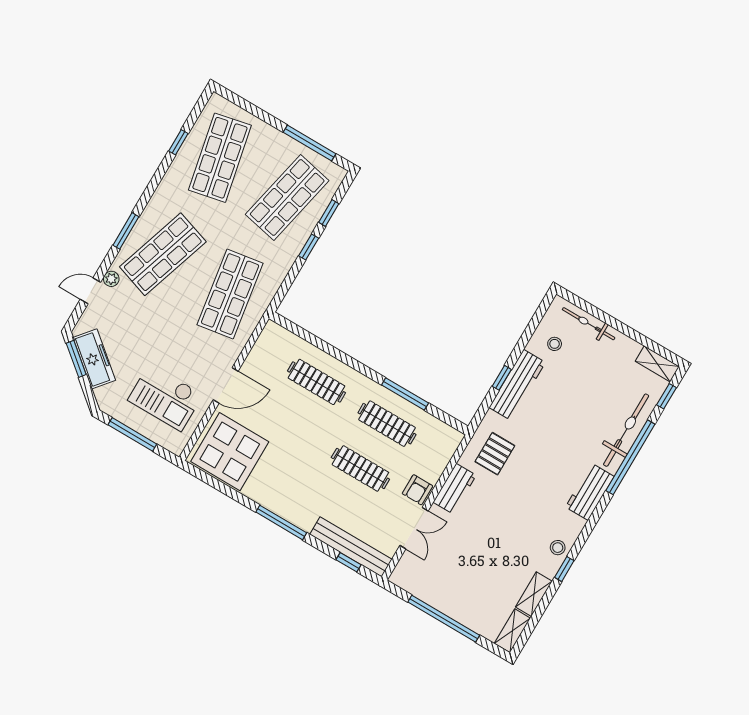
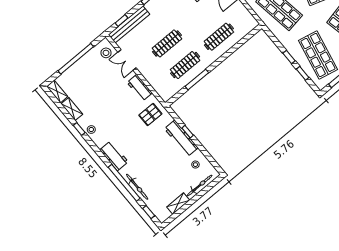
shelving: (657, 364) -> (178, 204), moved
bicycle: (626, 430) -> (137, 187), width x0.73, depth x0.71
pallet: (495, 454) -> (150, 114), turned 90
armchair: (417, 490) -> (146, 69), removed
stool: (415, 569) -> (106, 53), added

